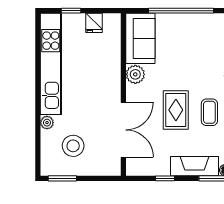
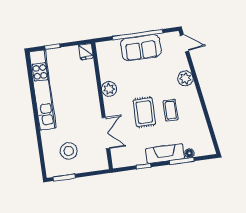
fridge: (94, 23) -> (86, 52), moved
sofa: (140, 38) -> (141, 48), moved, turned 90
plant: (47, 123) -> (46, 136), removed
double door: (123, 130) -> (106, 133), width x0.73

